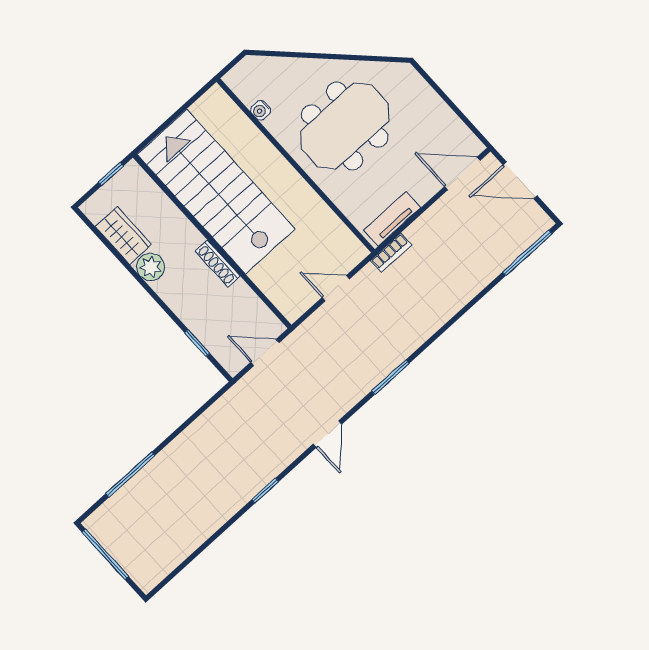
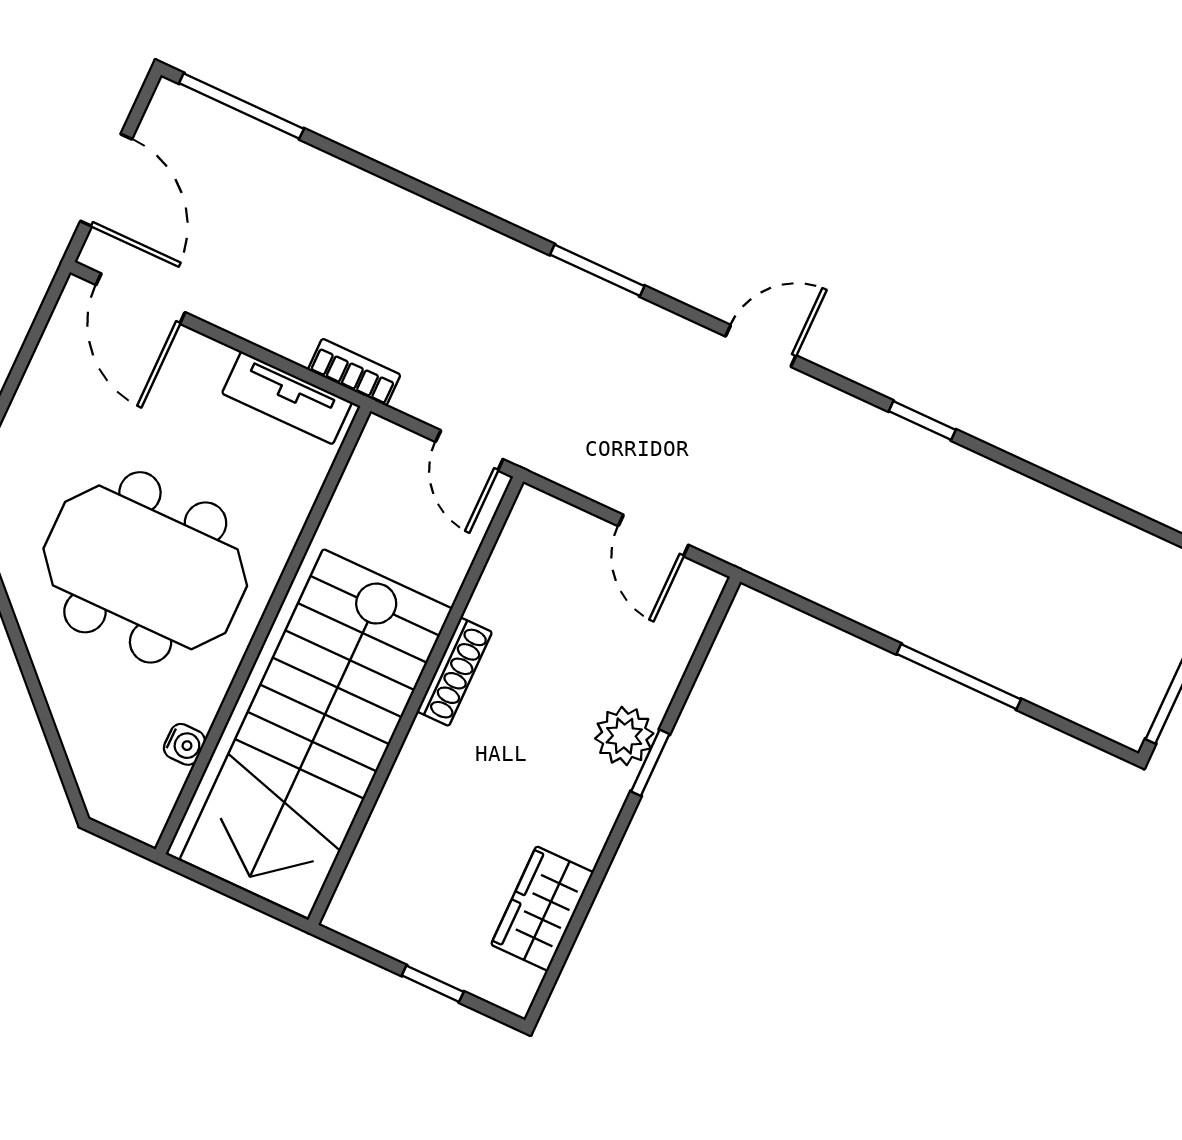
stairs: (216, 192) -> (316, 734), moved
wall: (212, 241) -> (416, 701), moved
shoe rack: (218, 263) -> (455, 672), moved
plant: (151, 267) -> (624, 736), moved
window: (197, 343) -> (650, 763), moved
window: (130, 475) -> (959, 677), moved

